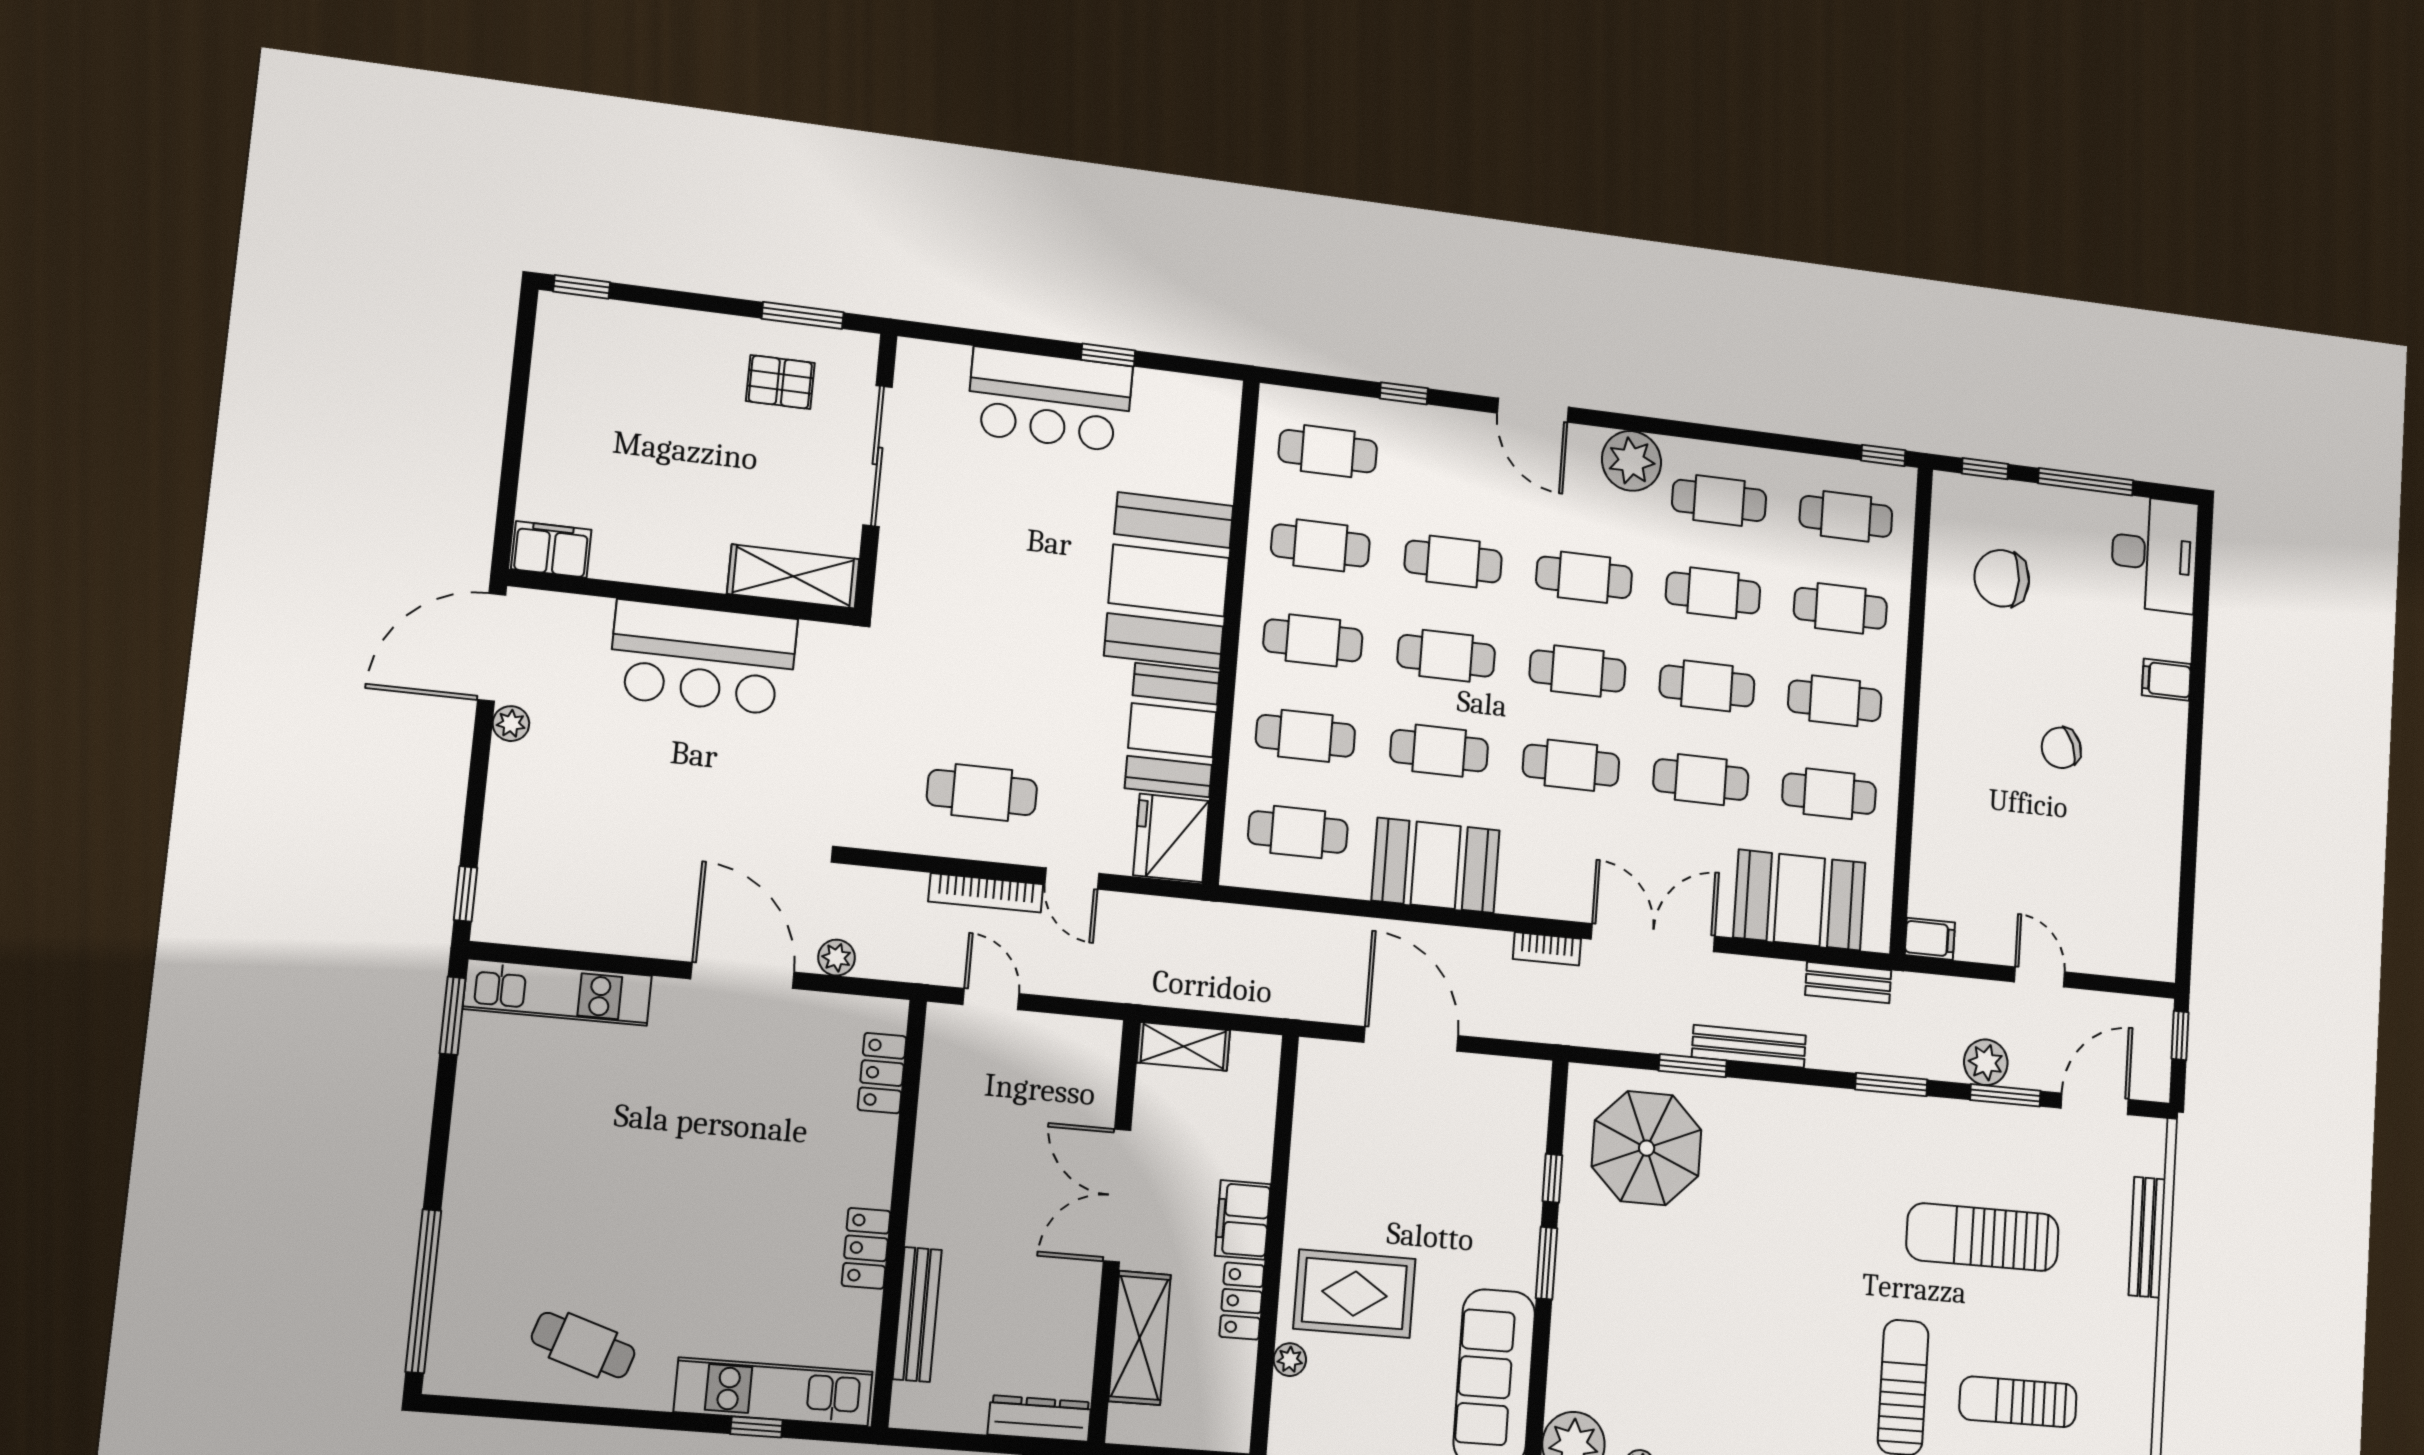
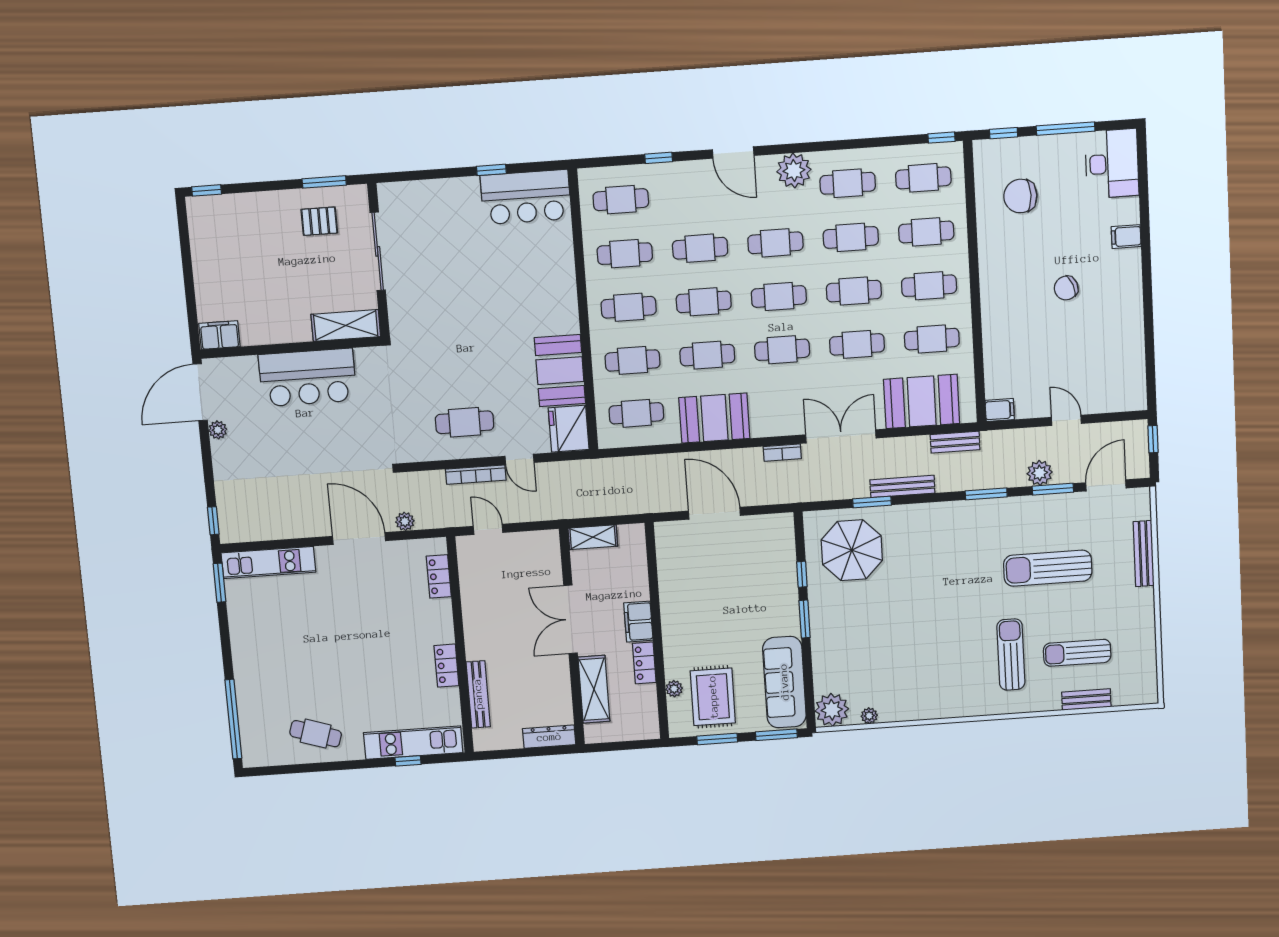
bar counter: (1050, 400) -> (526, 197), moved
booth: (1169, 580) -> (545, 289), removed
rug: (1355, 1294) -> (713, 697), moved, turned 90

